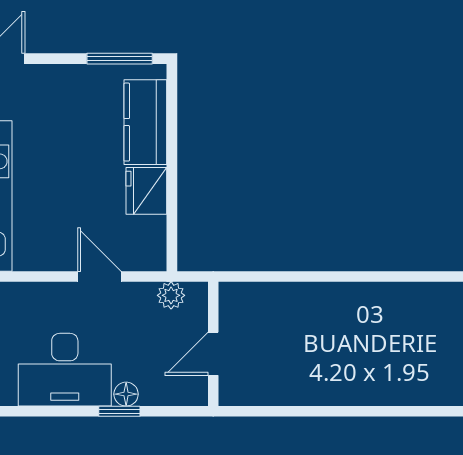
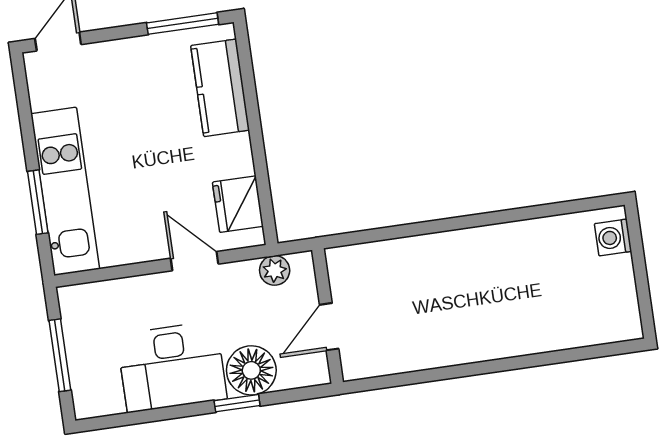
fridge: (146, 191) -> (238, 204), moved
floor lamp: (126, 394) -> (251, 370), width x1.89, depth x1.89

